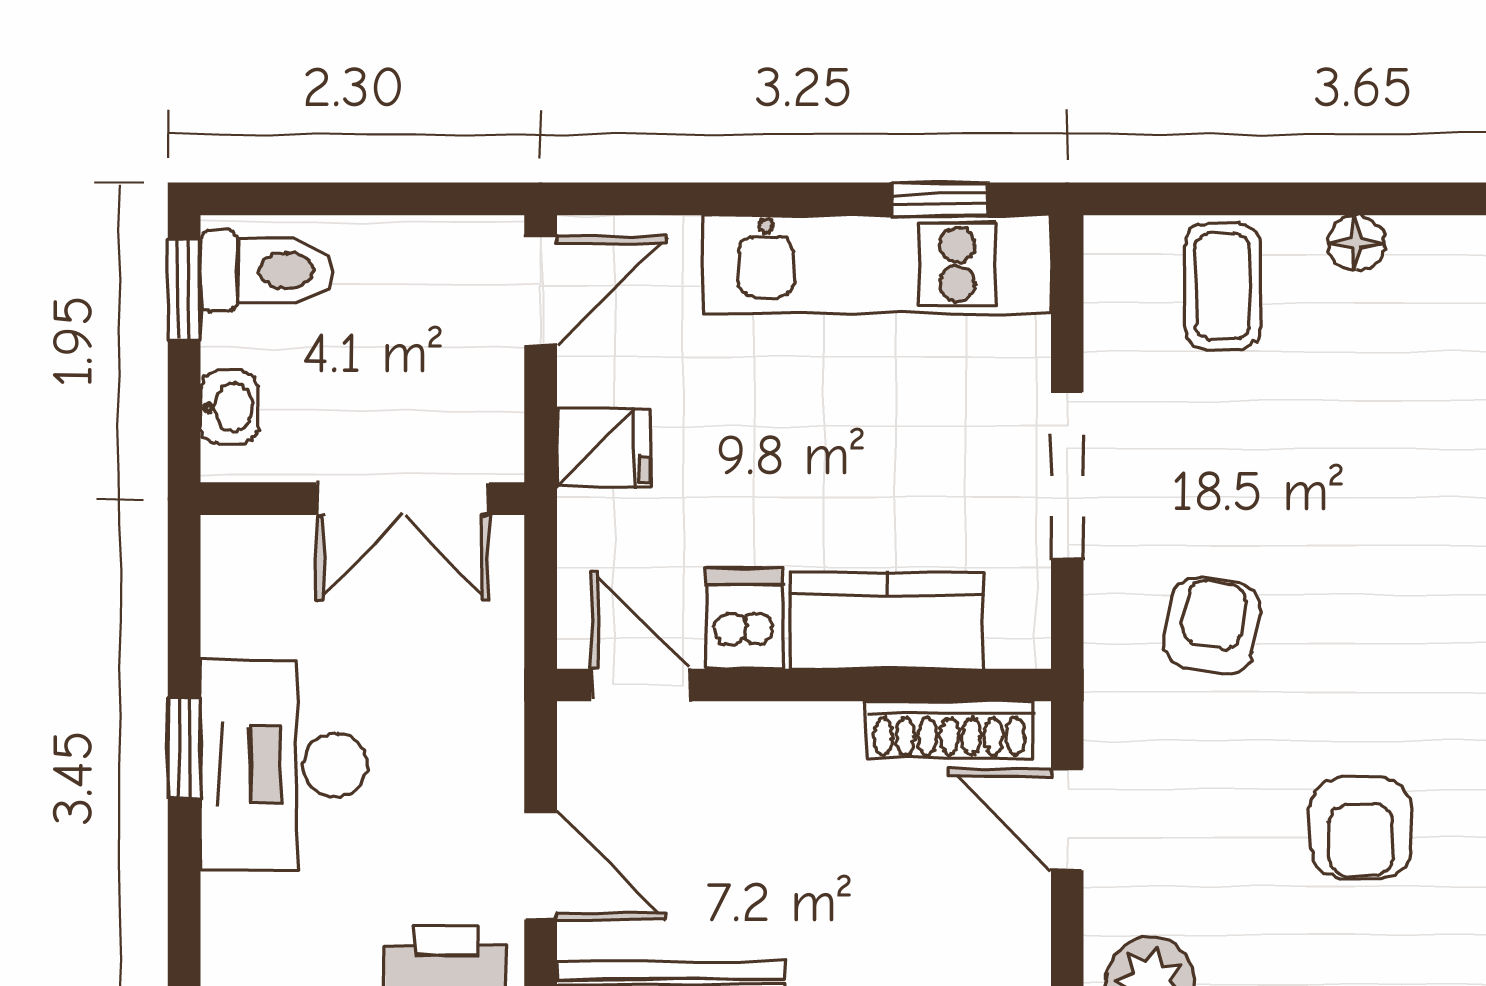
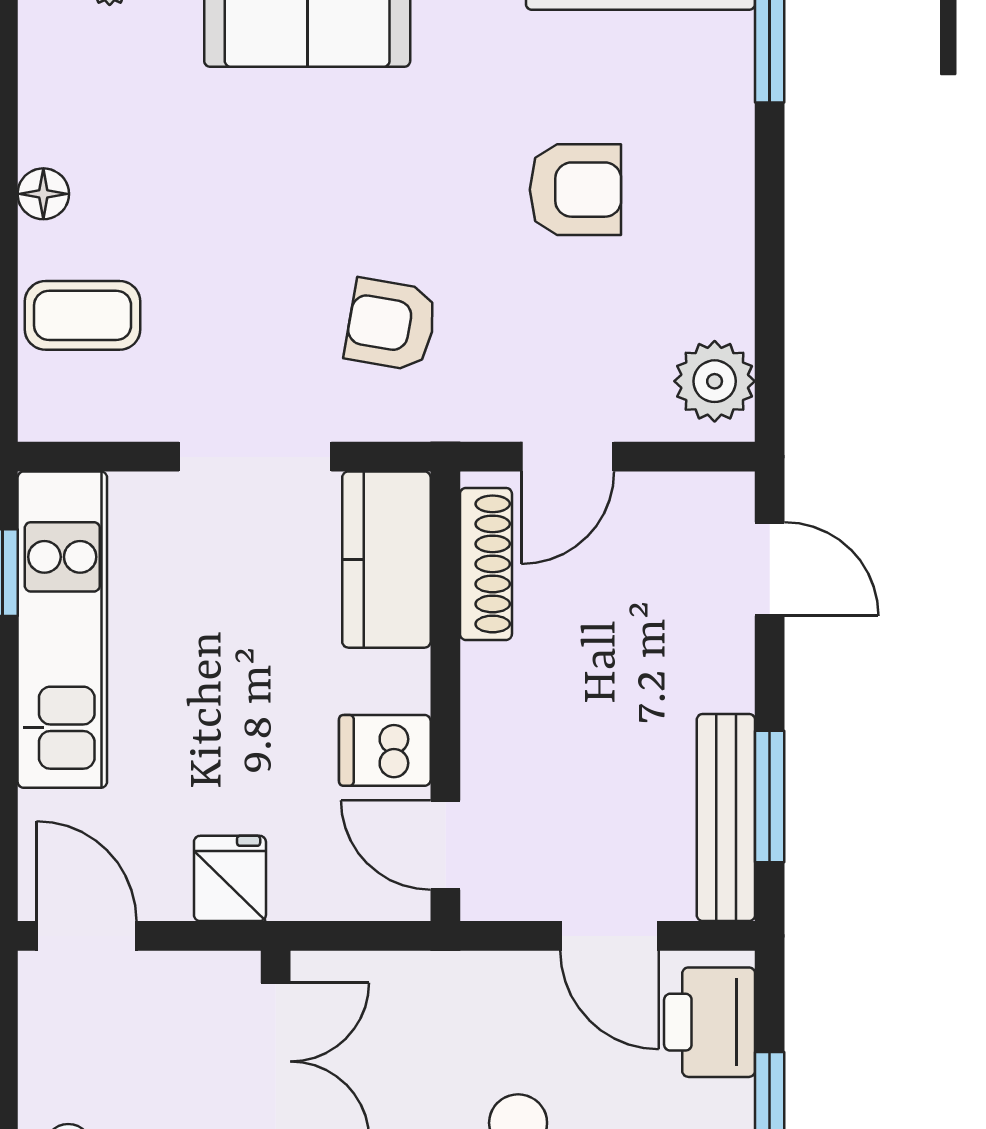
kitchen counter: (887, 620) -> (386, 560), moved
door: (640, 685) -> (445, 845), hinge flipped
door: (541, 865) -> (609, 936), swing flipped

